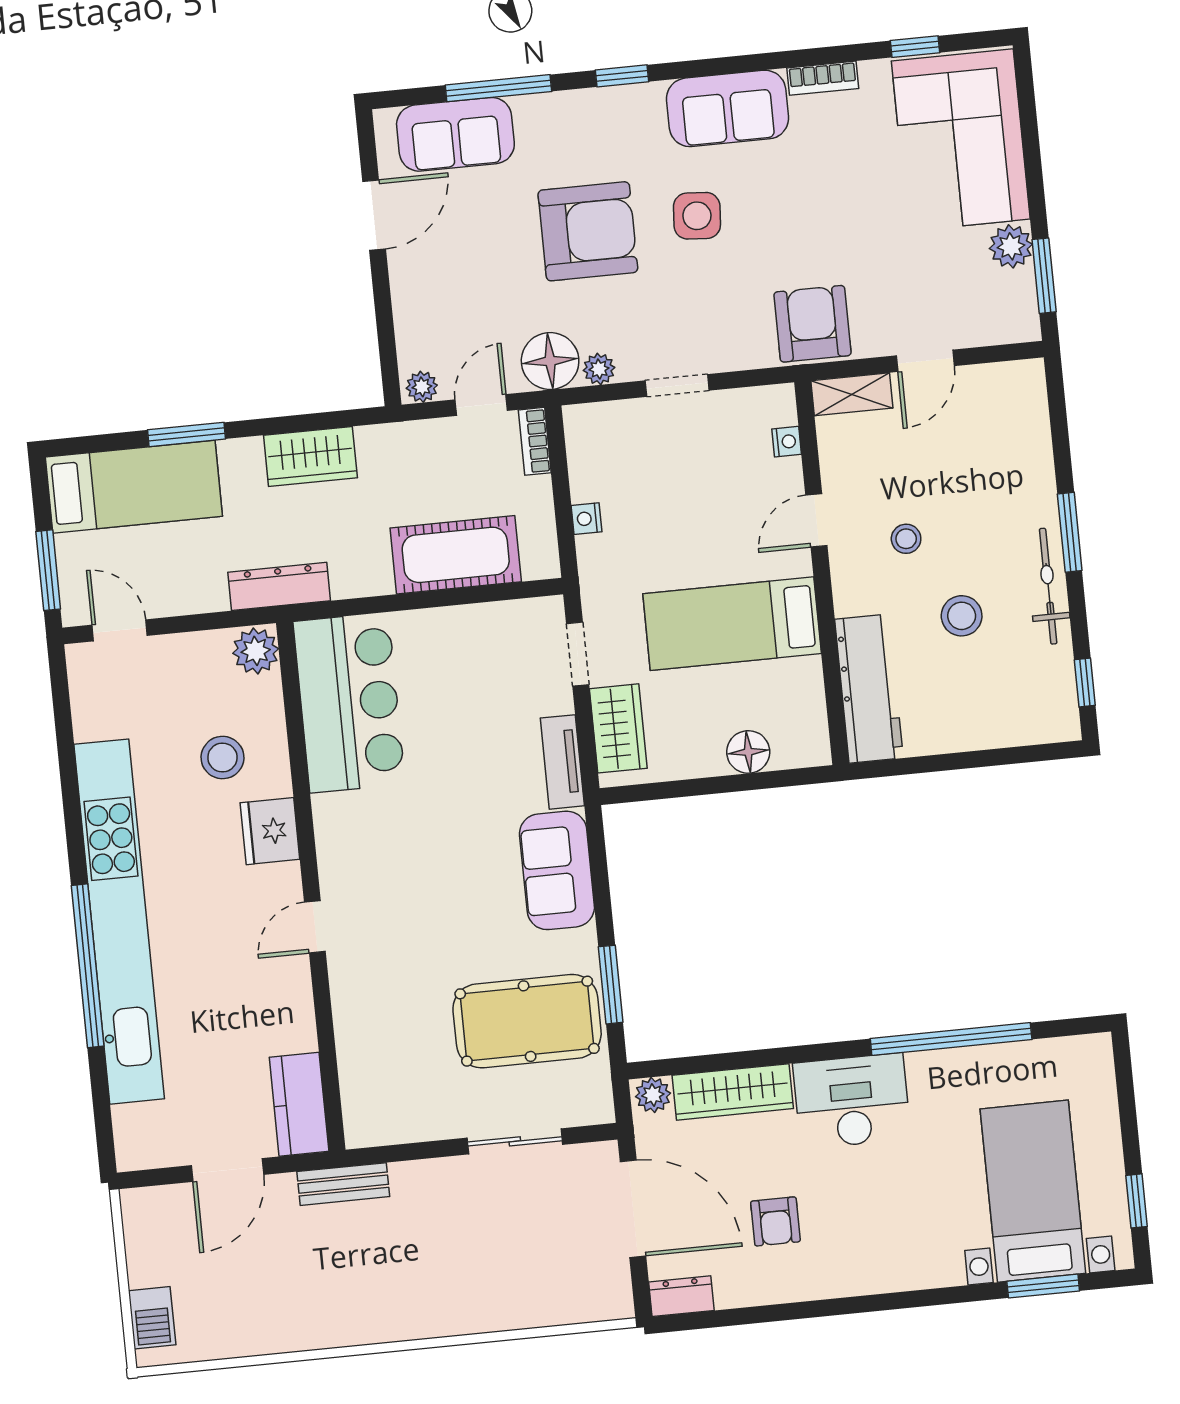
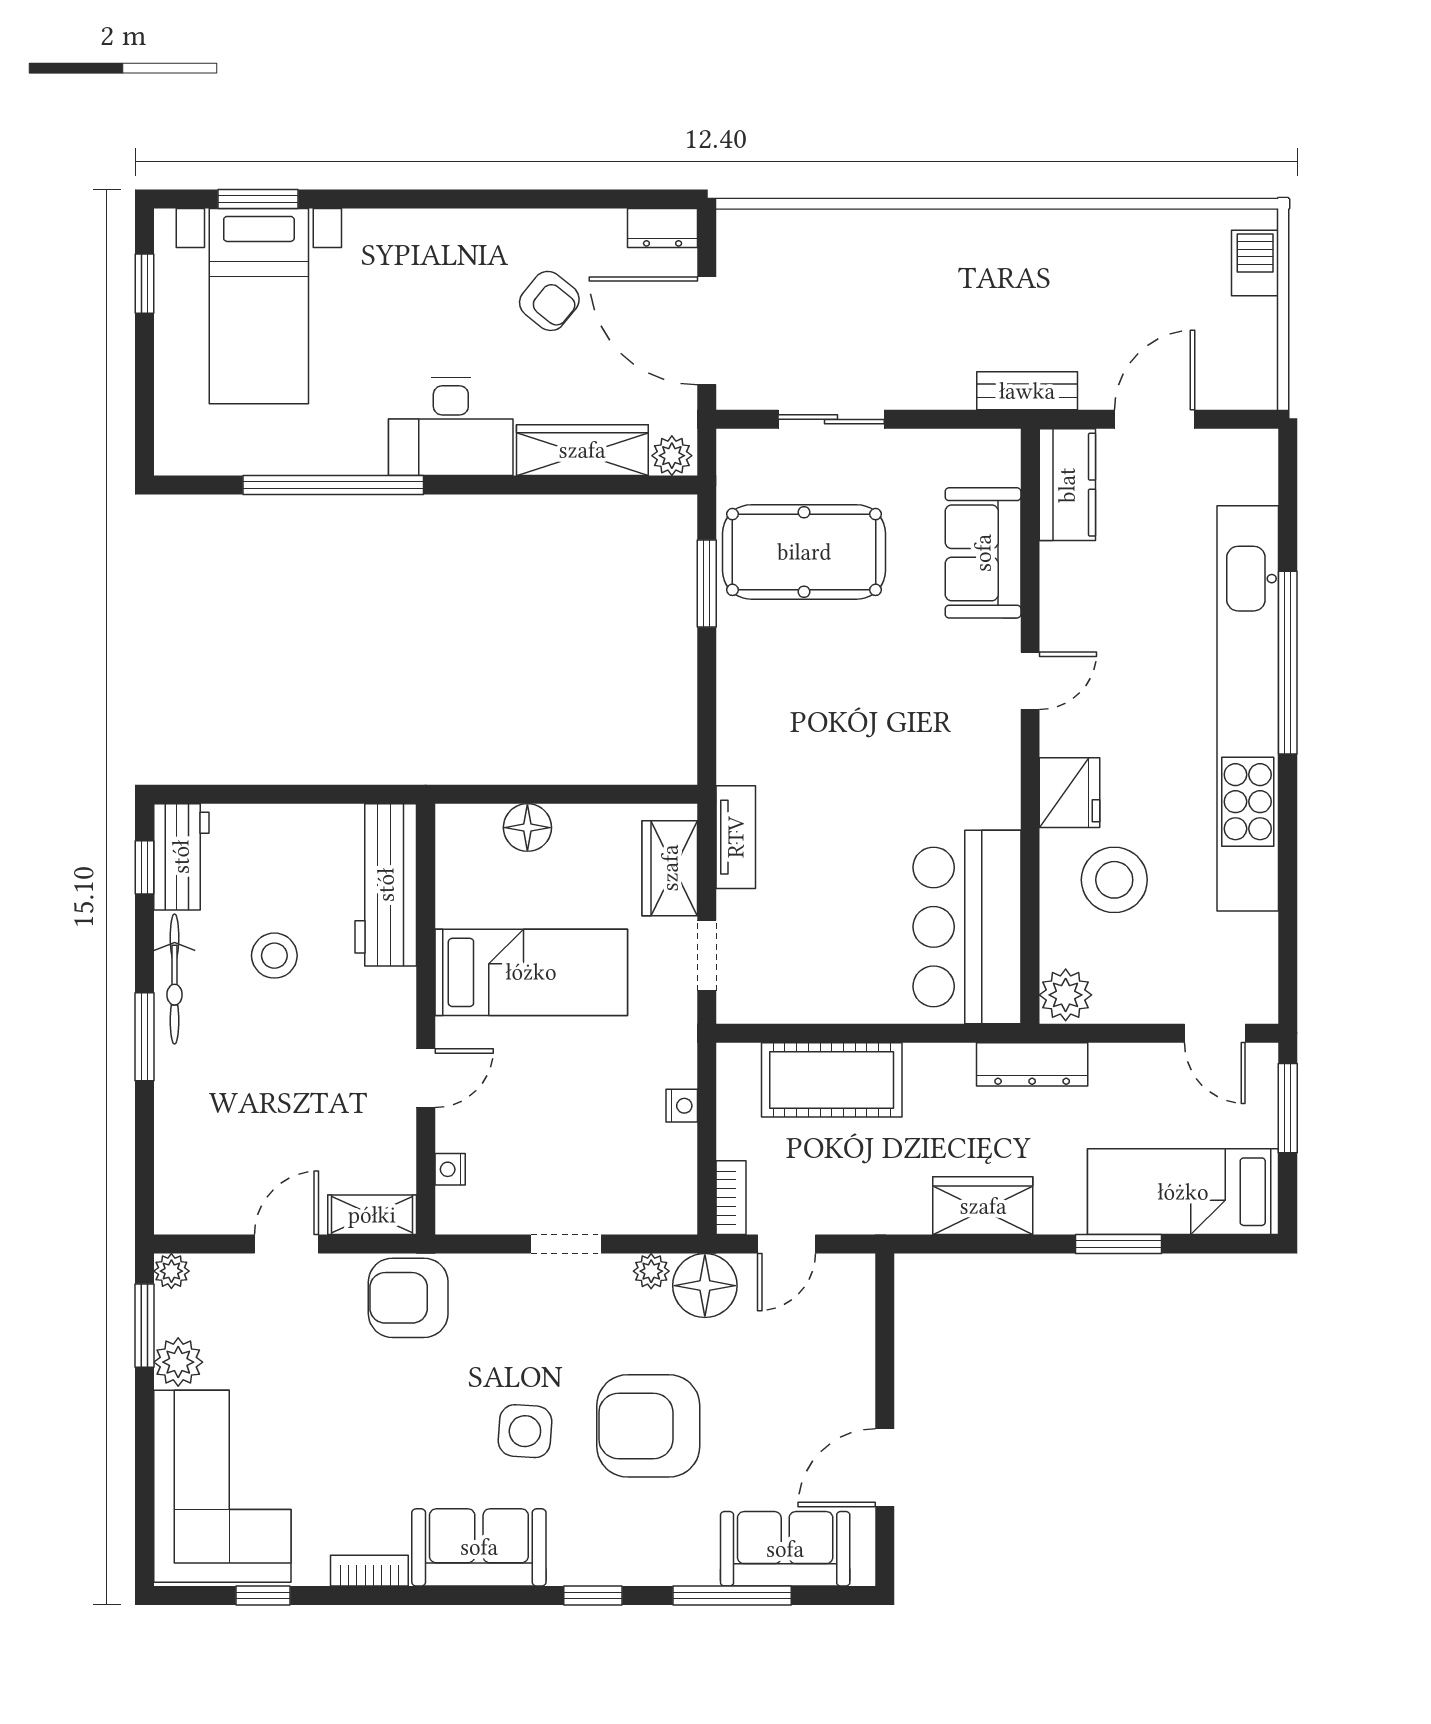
armchair: (812, 324) -> (408, 1298), turned 90
plant: (422, 387) -> (171, 1271), moved
stool: (906, 539) -> (328, 1048), removed
workbench: (1053, 695) -> (181, 857), added
stool: (222, 758) -> (1114, 880), width x1.38, depth x1.38
sofa: (557, 870) -> (983, 553), moved, turned 180
armchair: (775, 1221) -> (549, 301), turned 129

